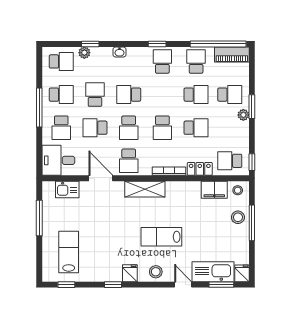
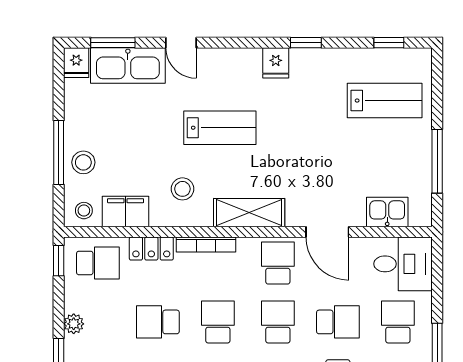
plant: (243, 115) -> (74, 324), moved
lab bench: (69, 252) -> (385, 101), turned -90
stool: (156, 272) -> (182, 189), moved

